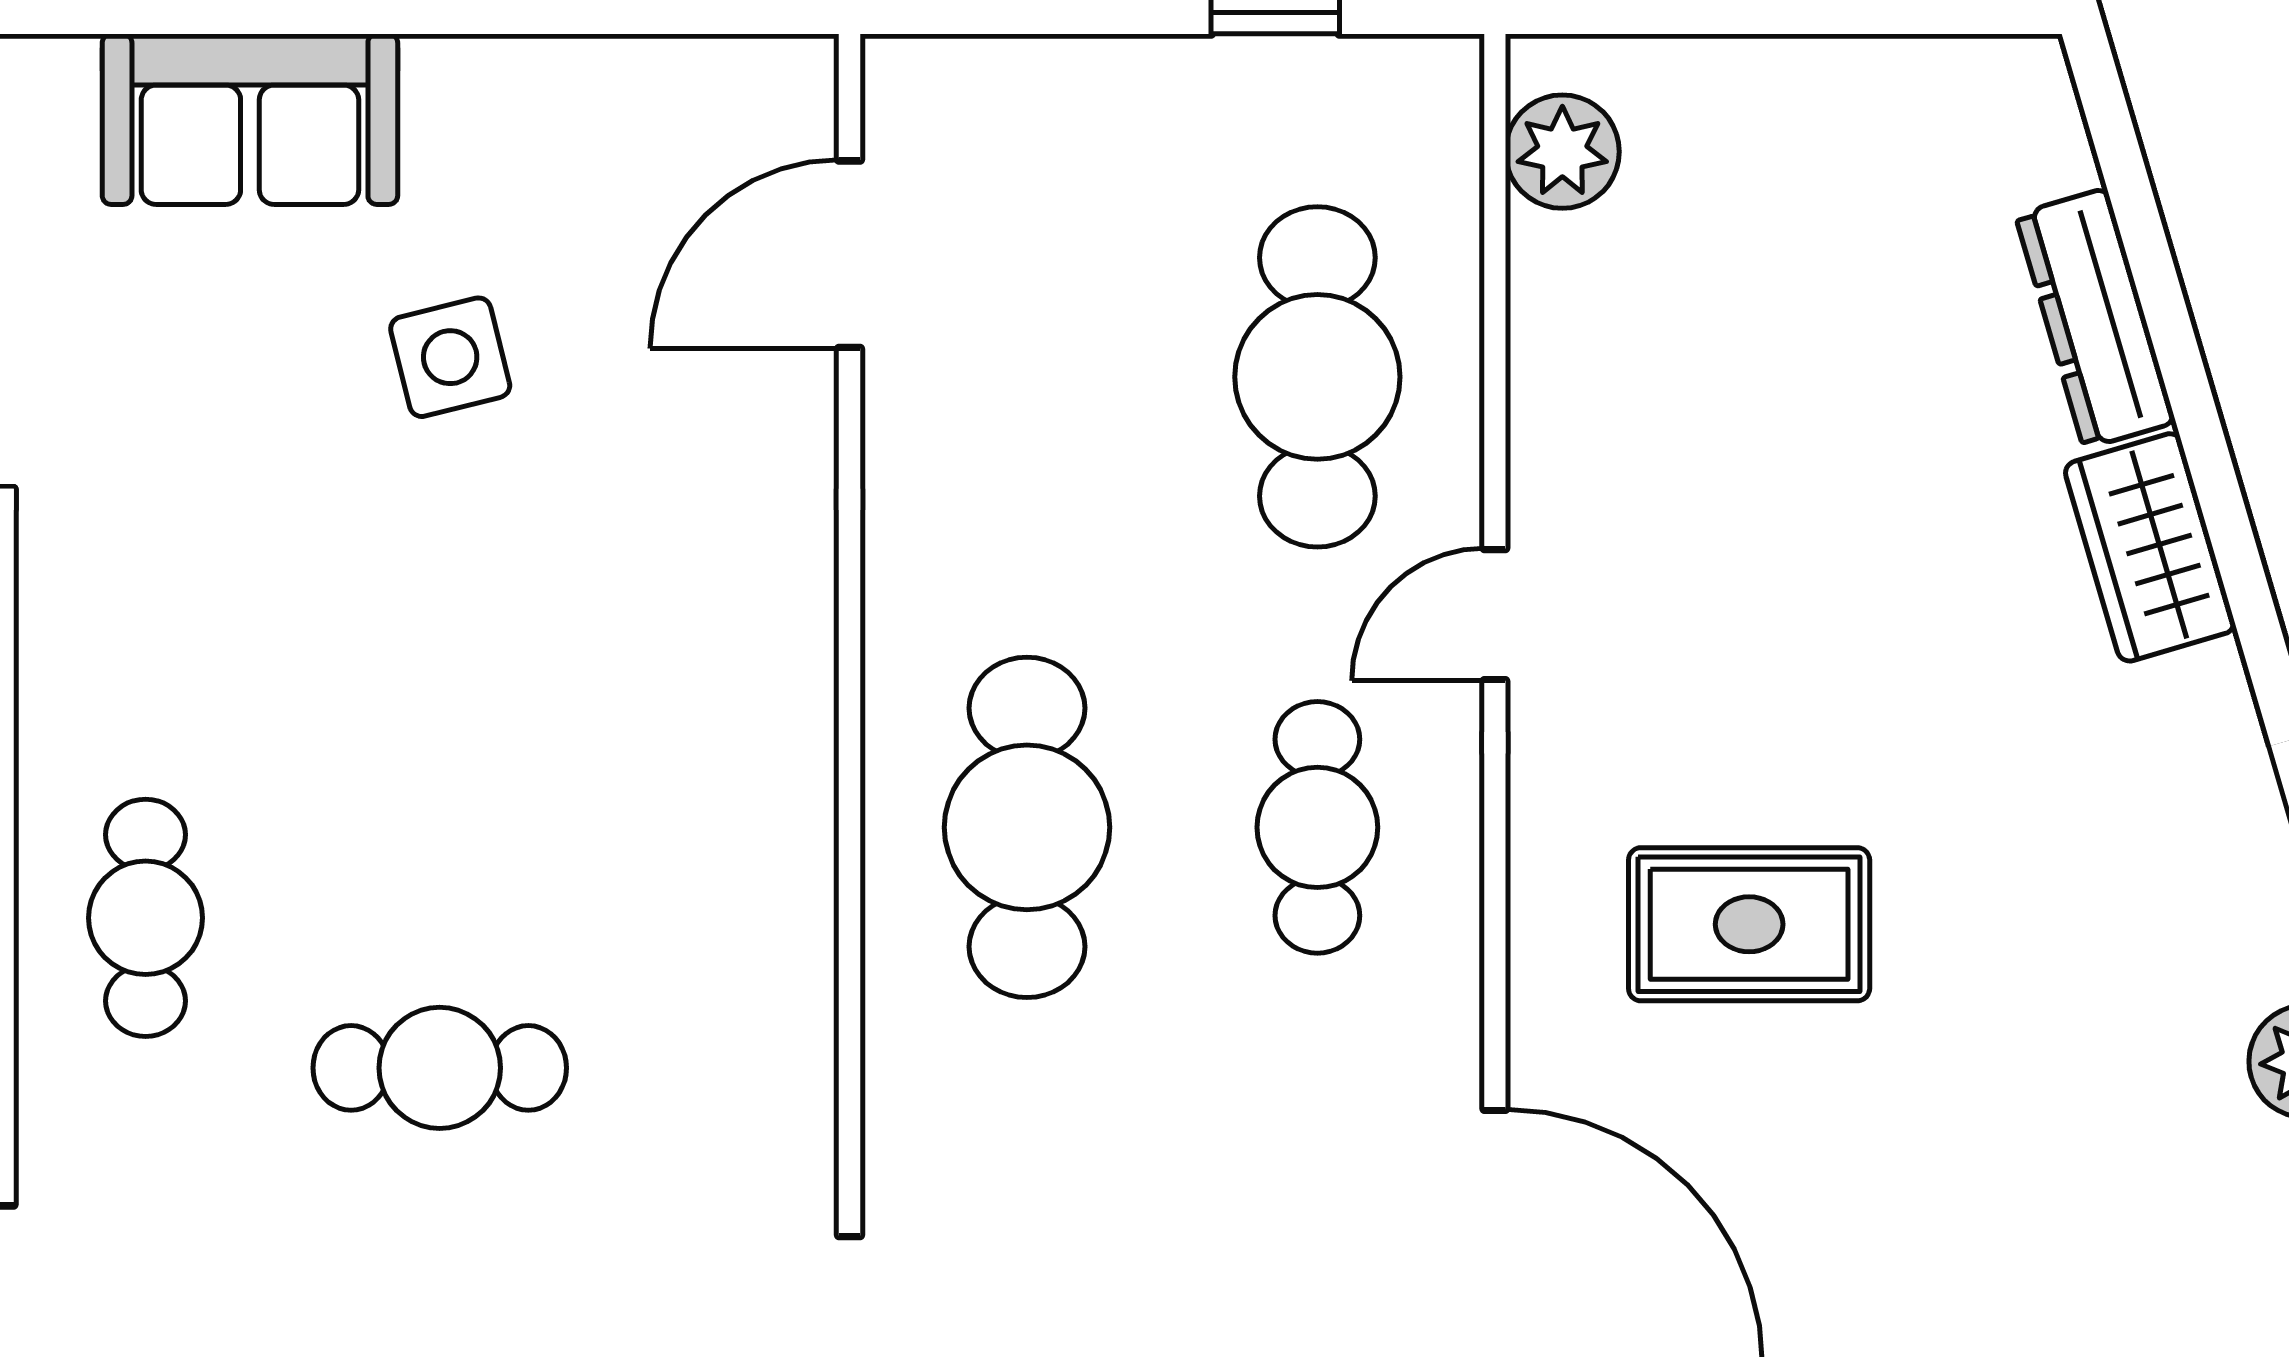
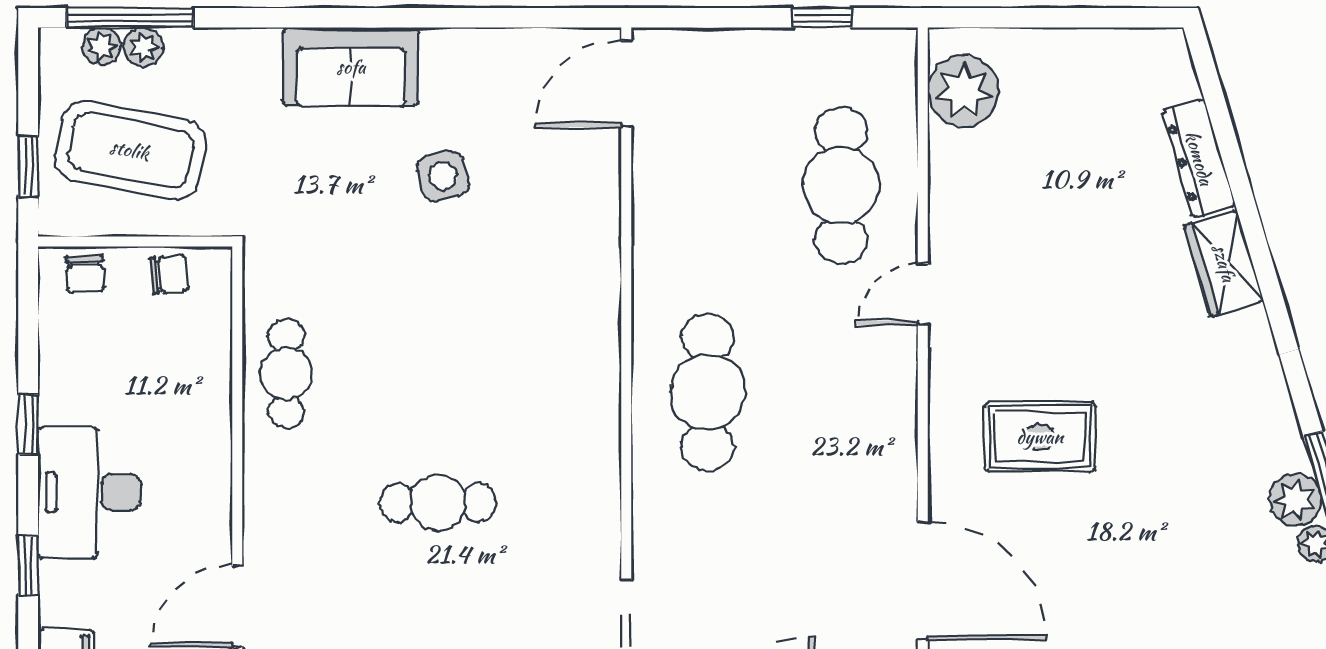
plant: (1562, 152) -> (963, 91), width x1.36, depth x1.36
door: (849, 254) -> (626, 84), moved
cafe table: (1317, 827) -> (841, 392), removed
cafe table: (146, 918) -> (286, 373), moved

